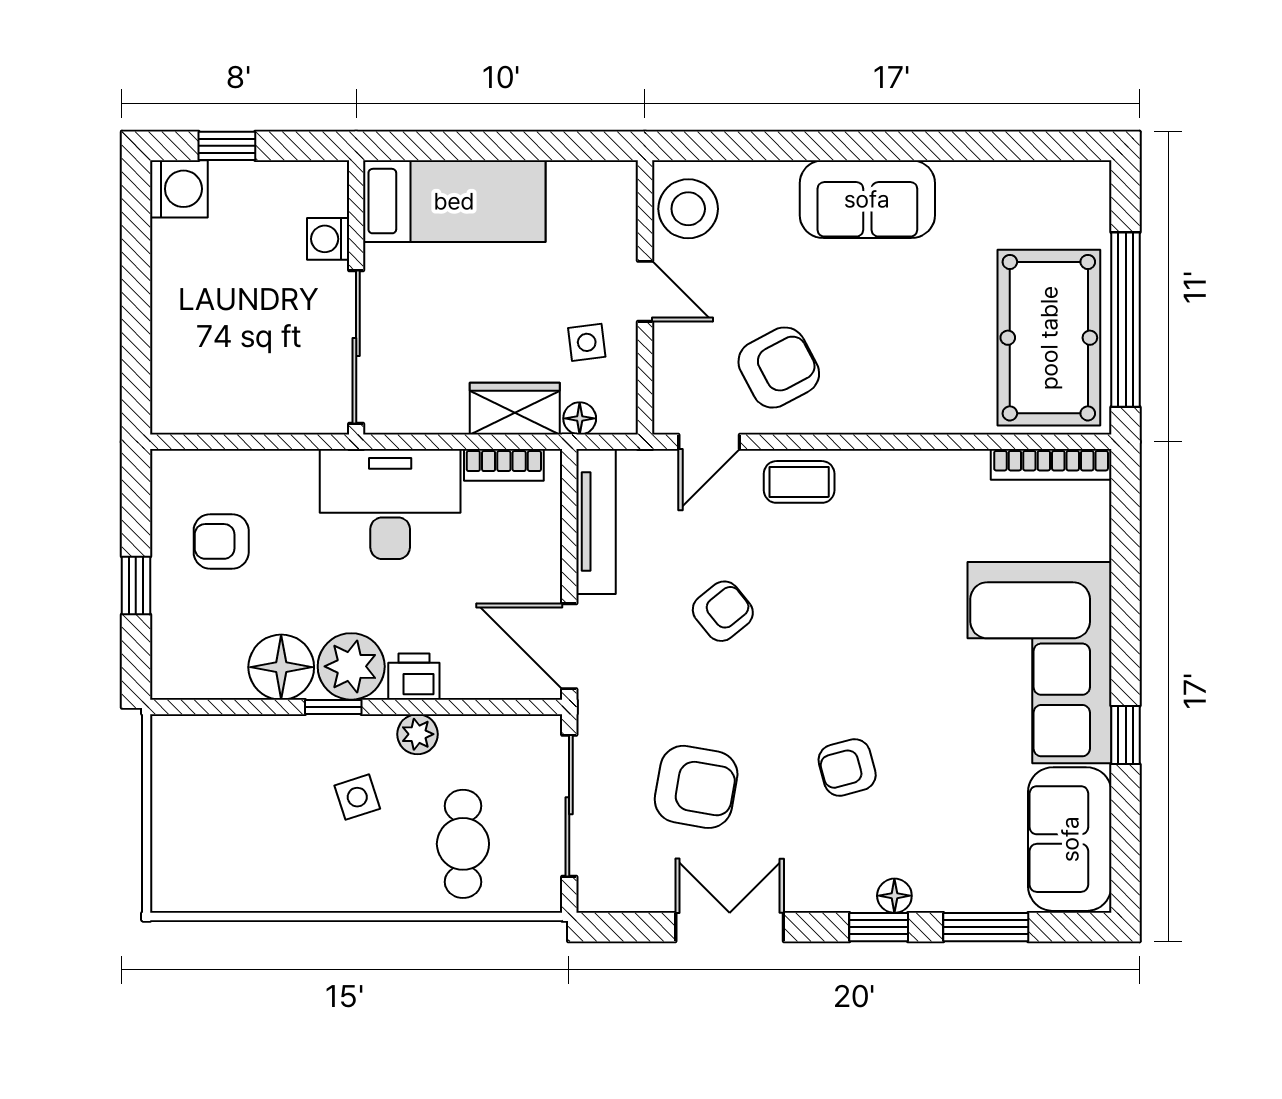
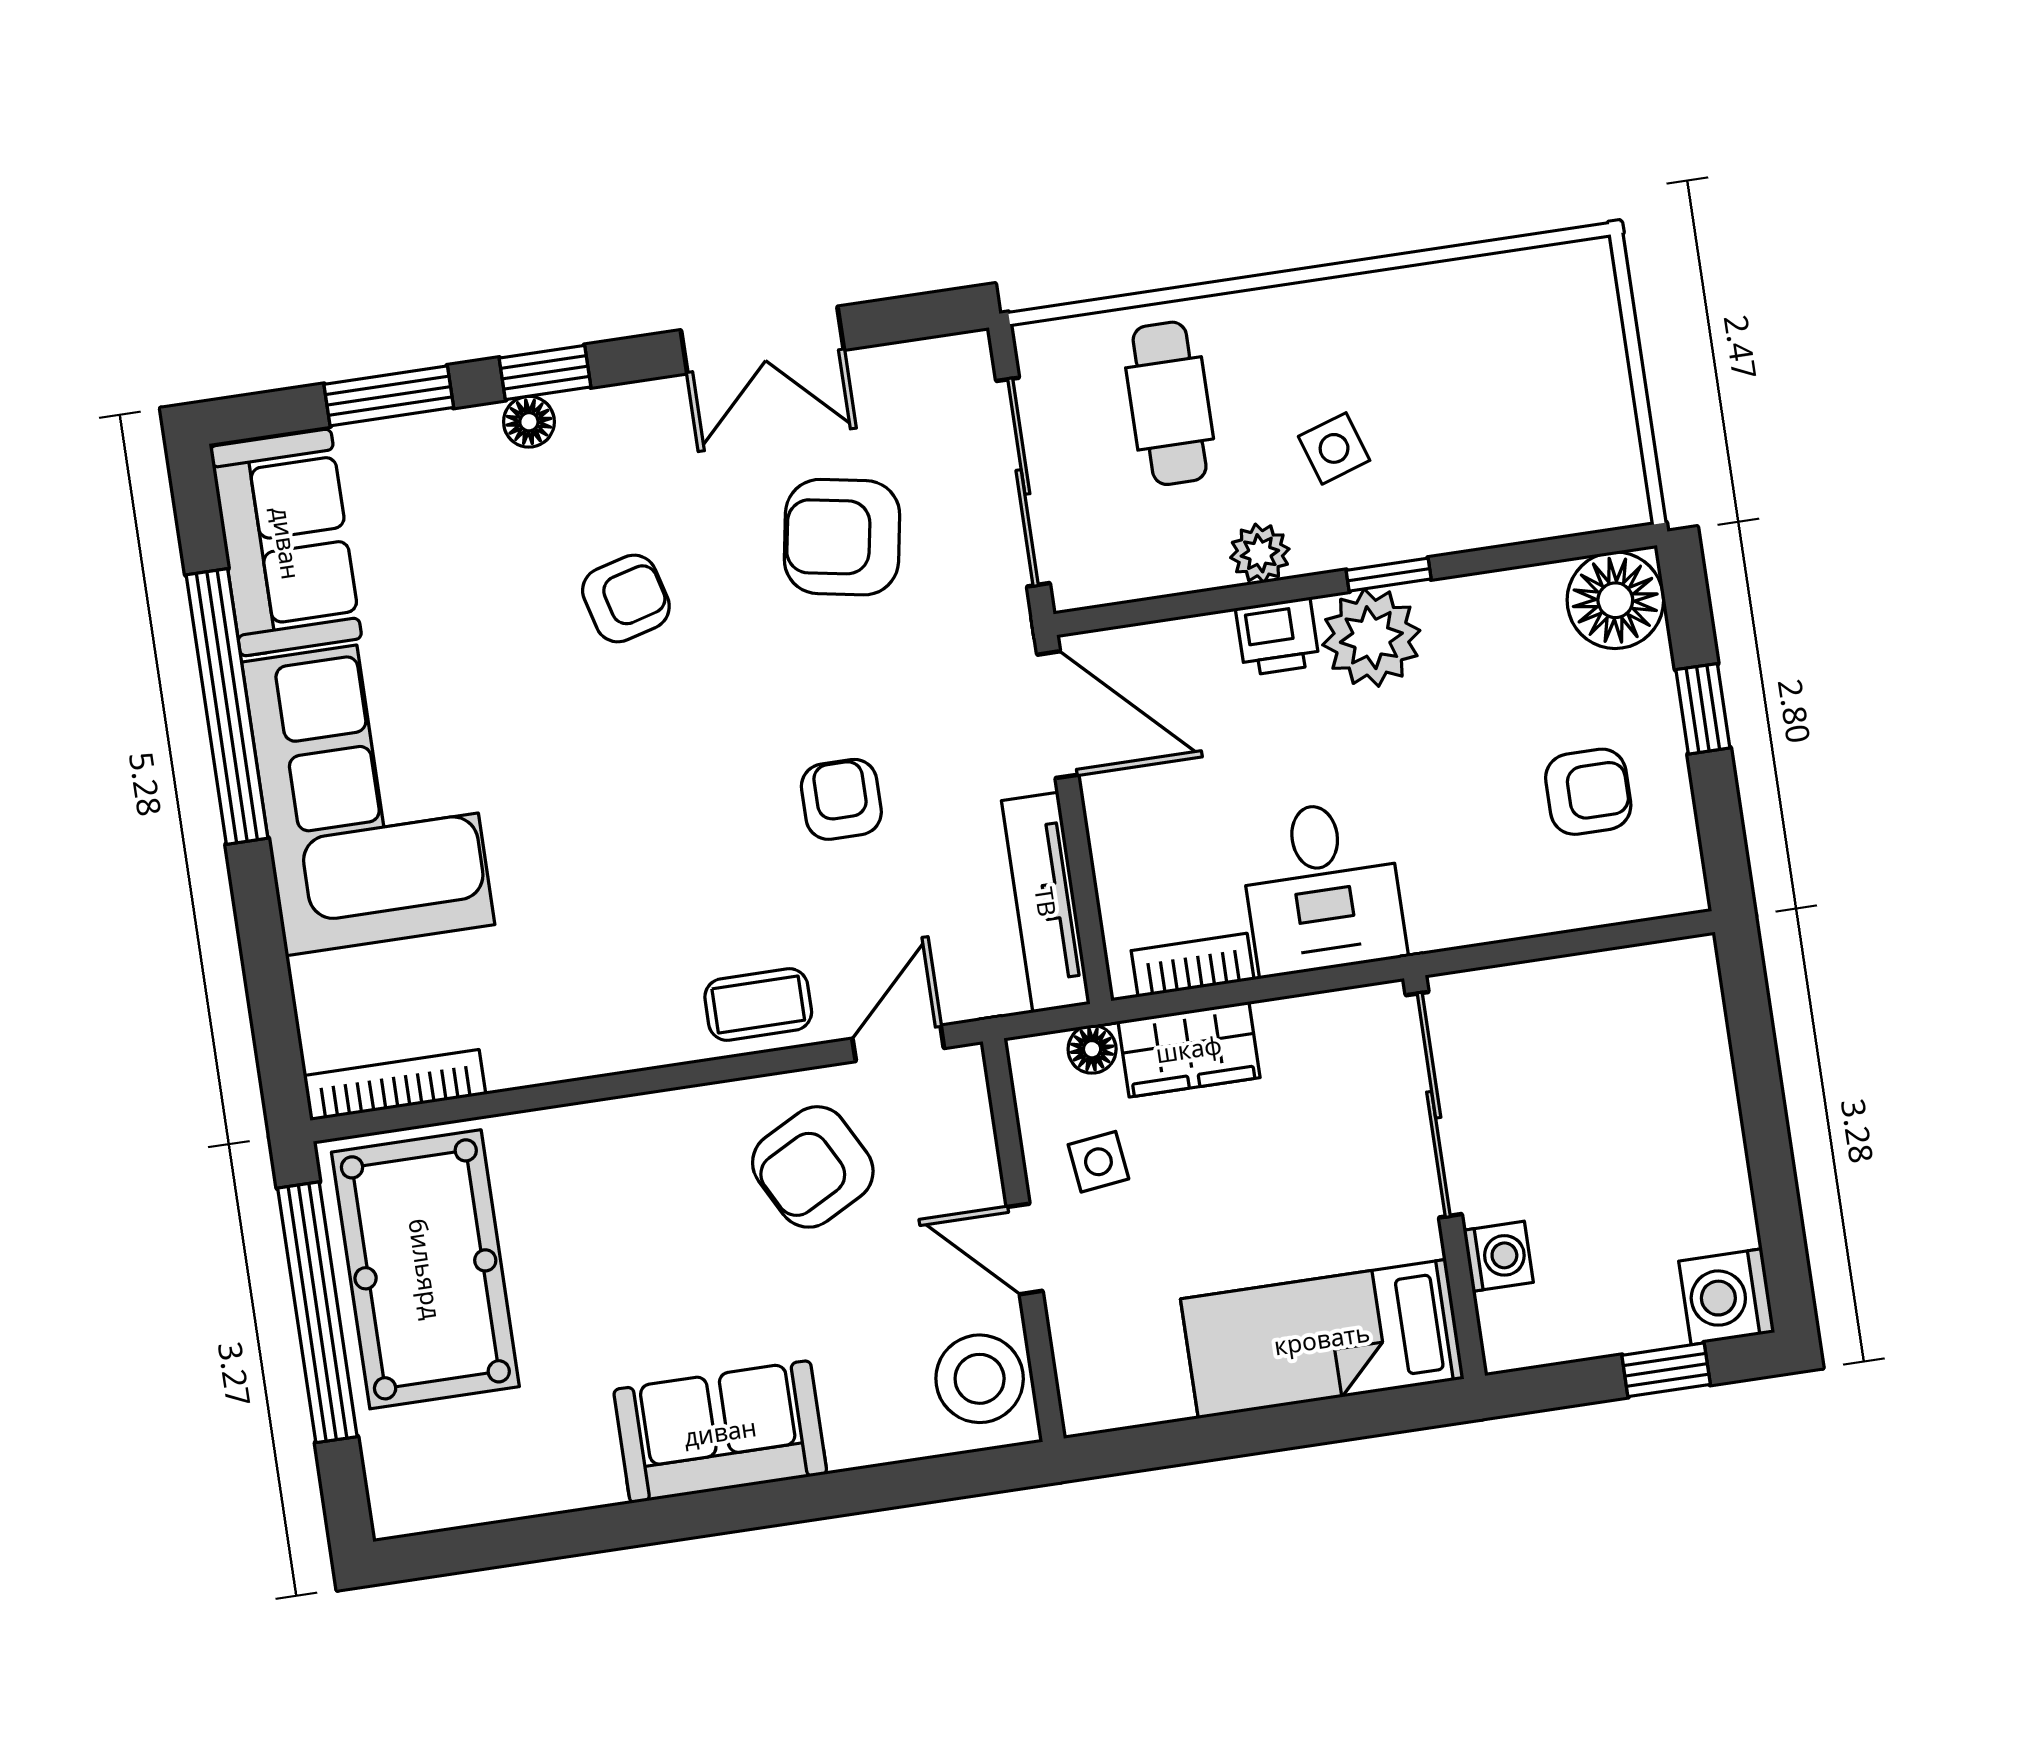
desk: (390, 504) -> (1322, 887), width x0.73
armchair: (723, 611) -> (841, 799), turned 129
floor lamp: (281, 667) -> (1615, 600), moved
window: (1126, 735) -> (227, 706), width x3.17

